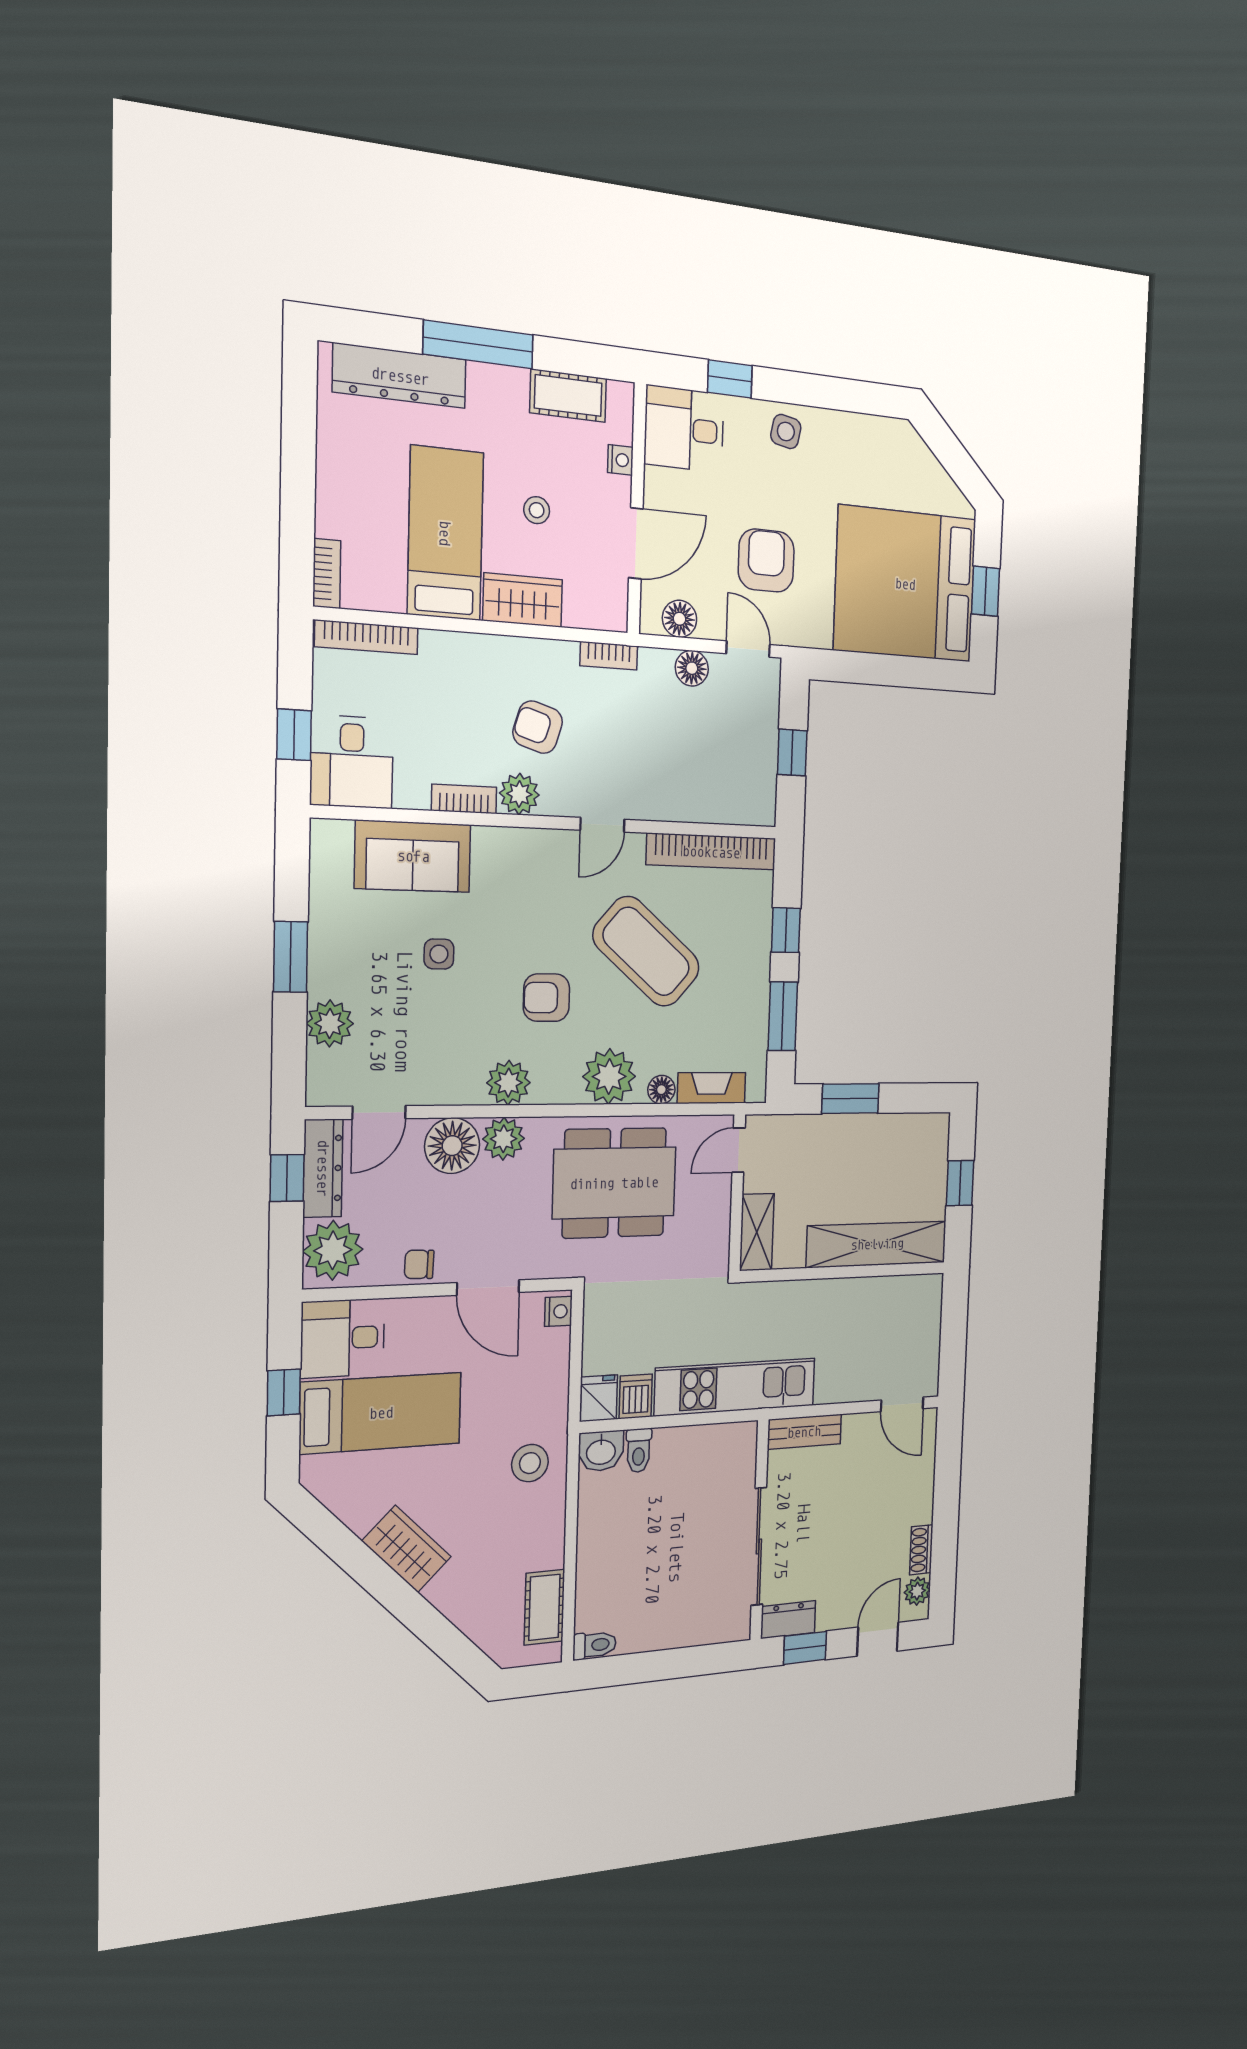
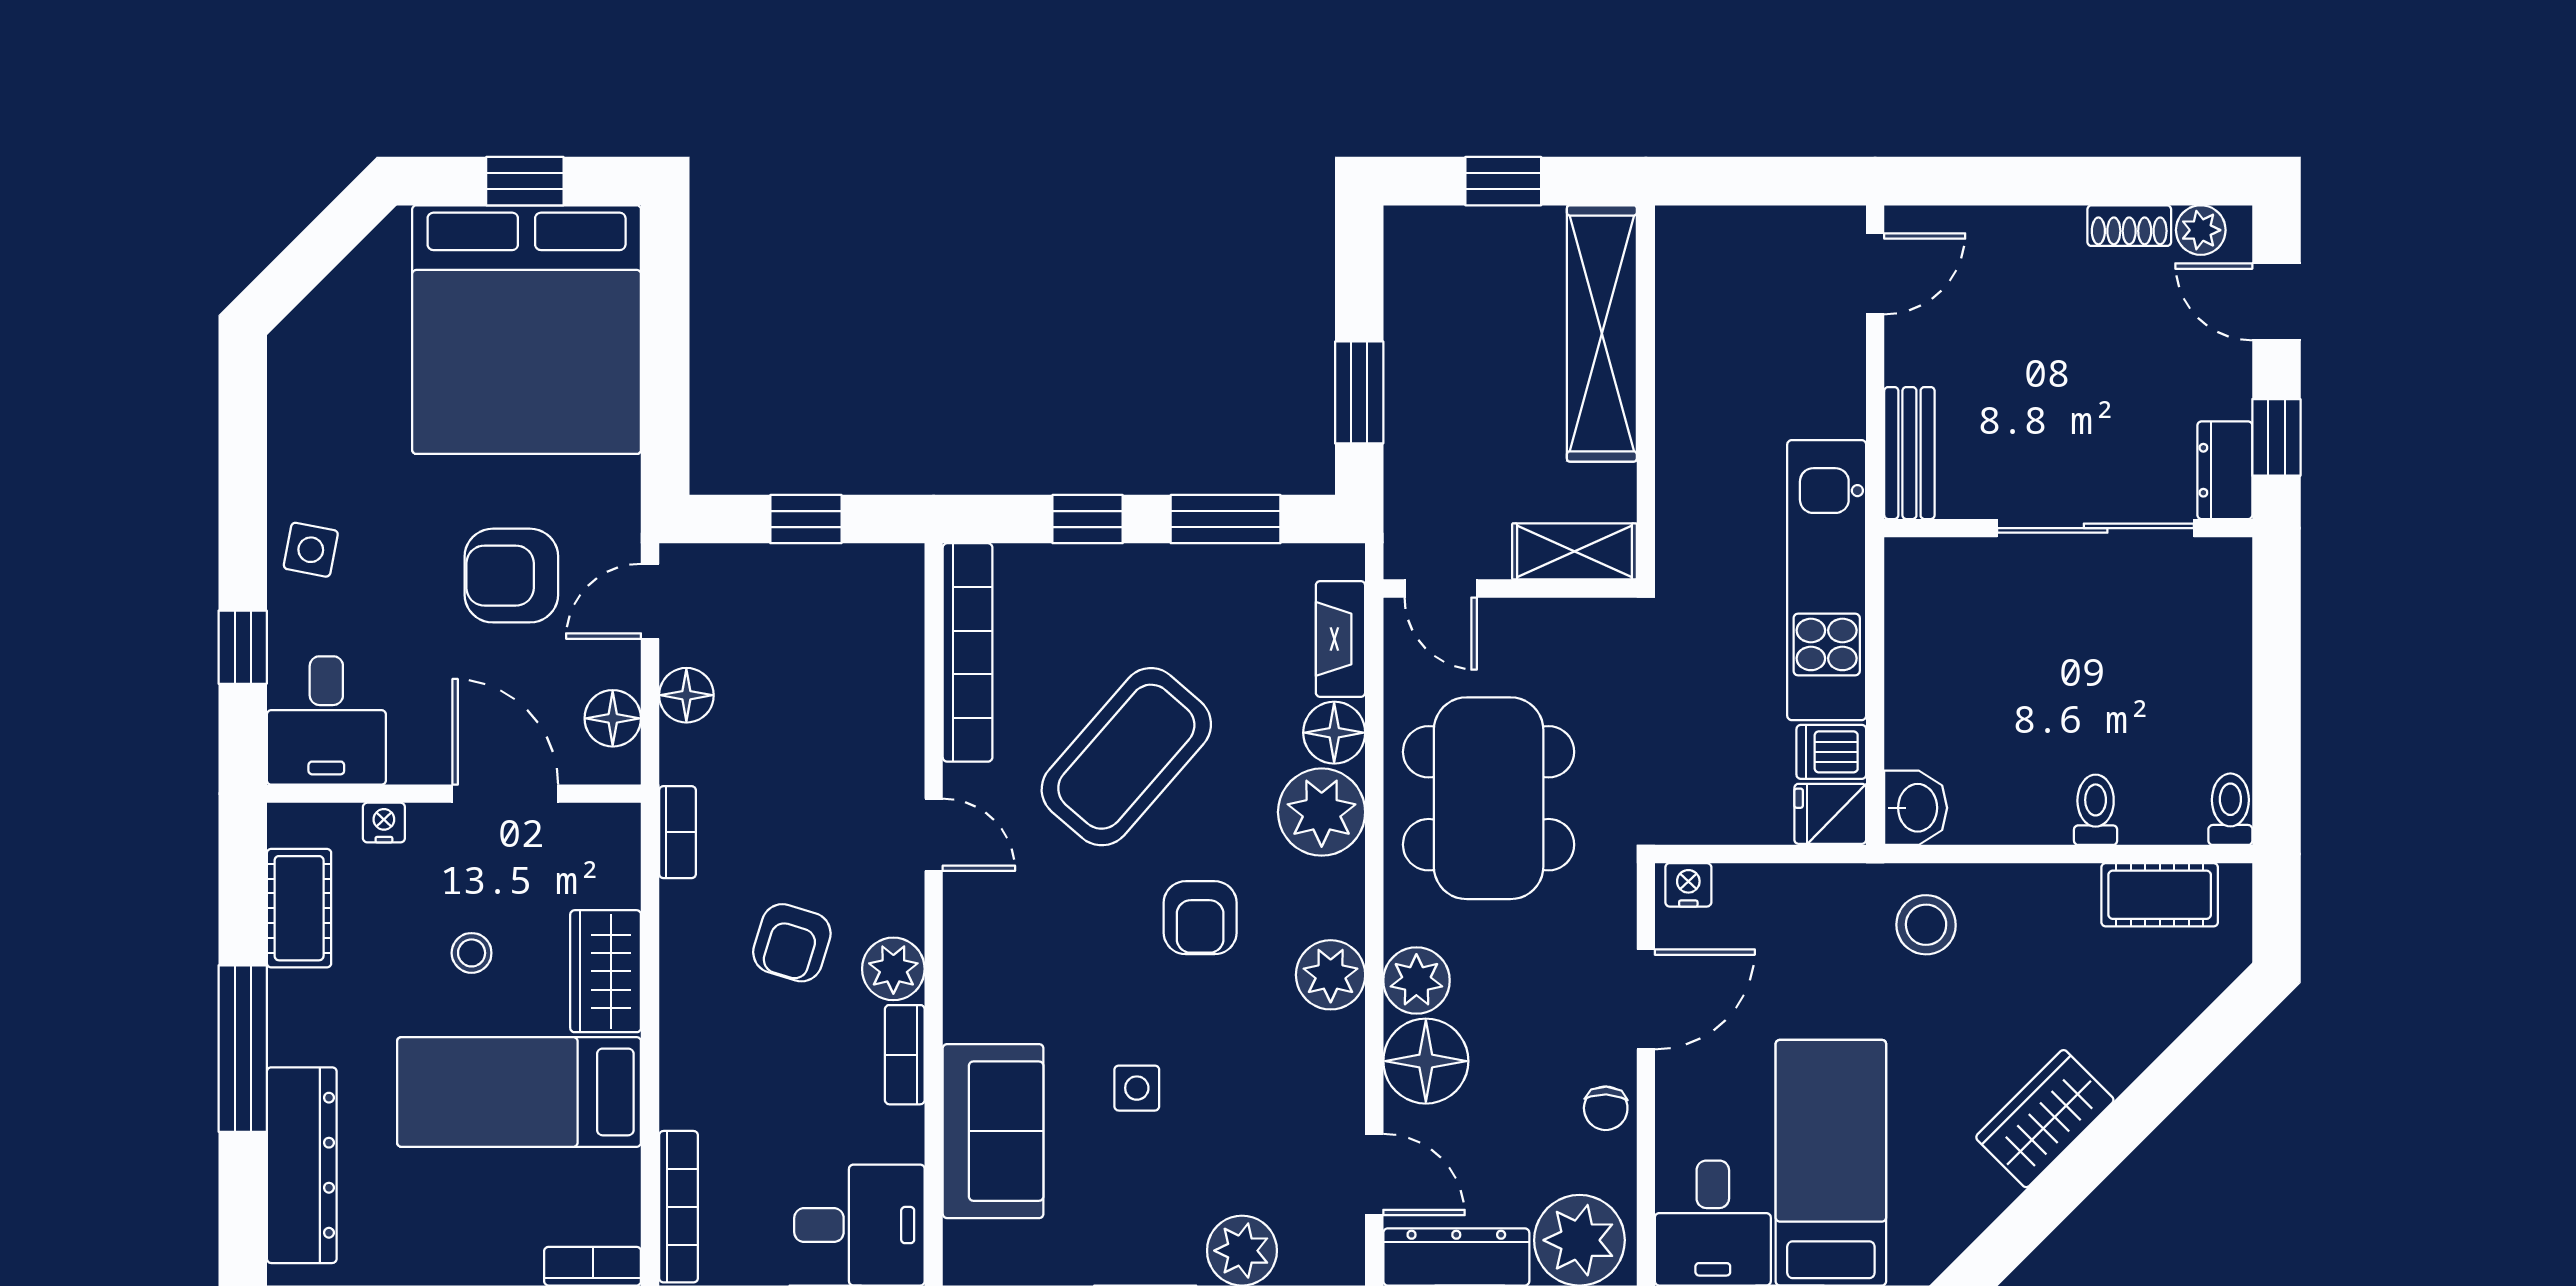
floor lamp: (661, 1090) -> (1334, 733), width x1.37, depth x1.37
toilet: (639, 1451) -> (2096, 810), moved, turned -90

